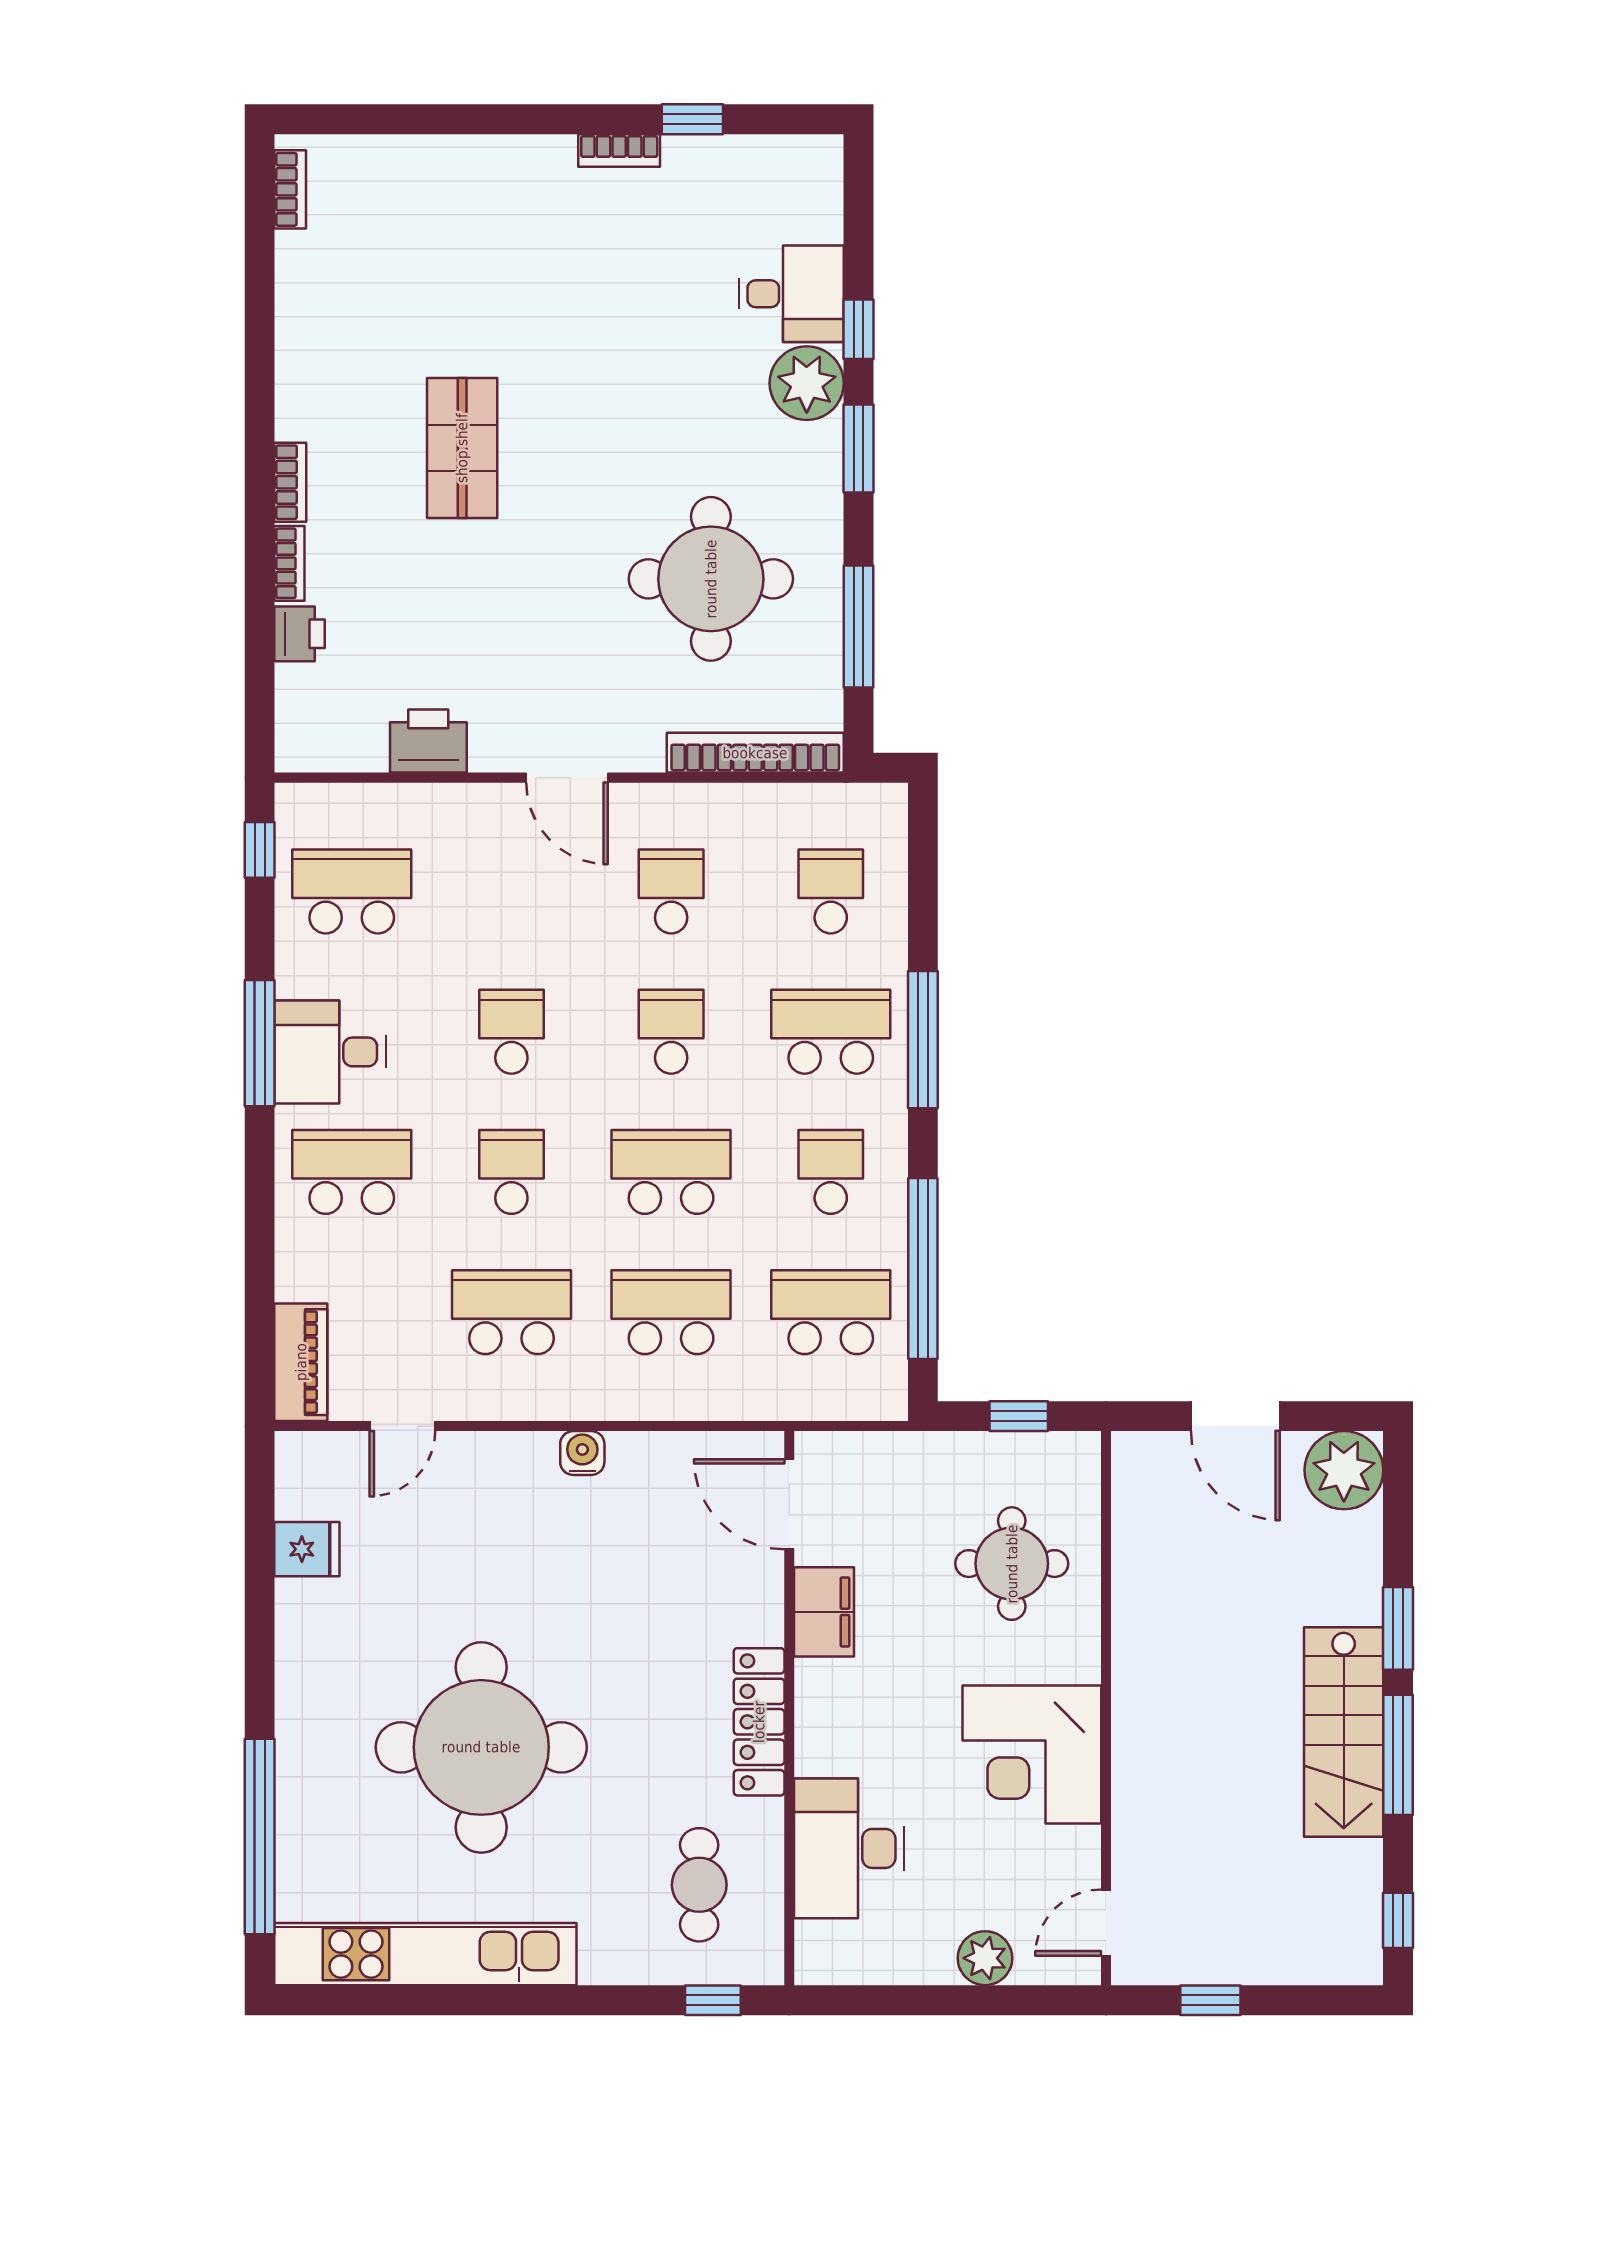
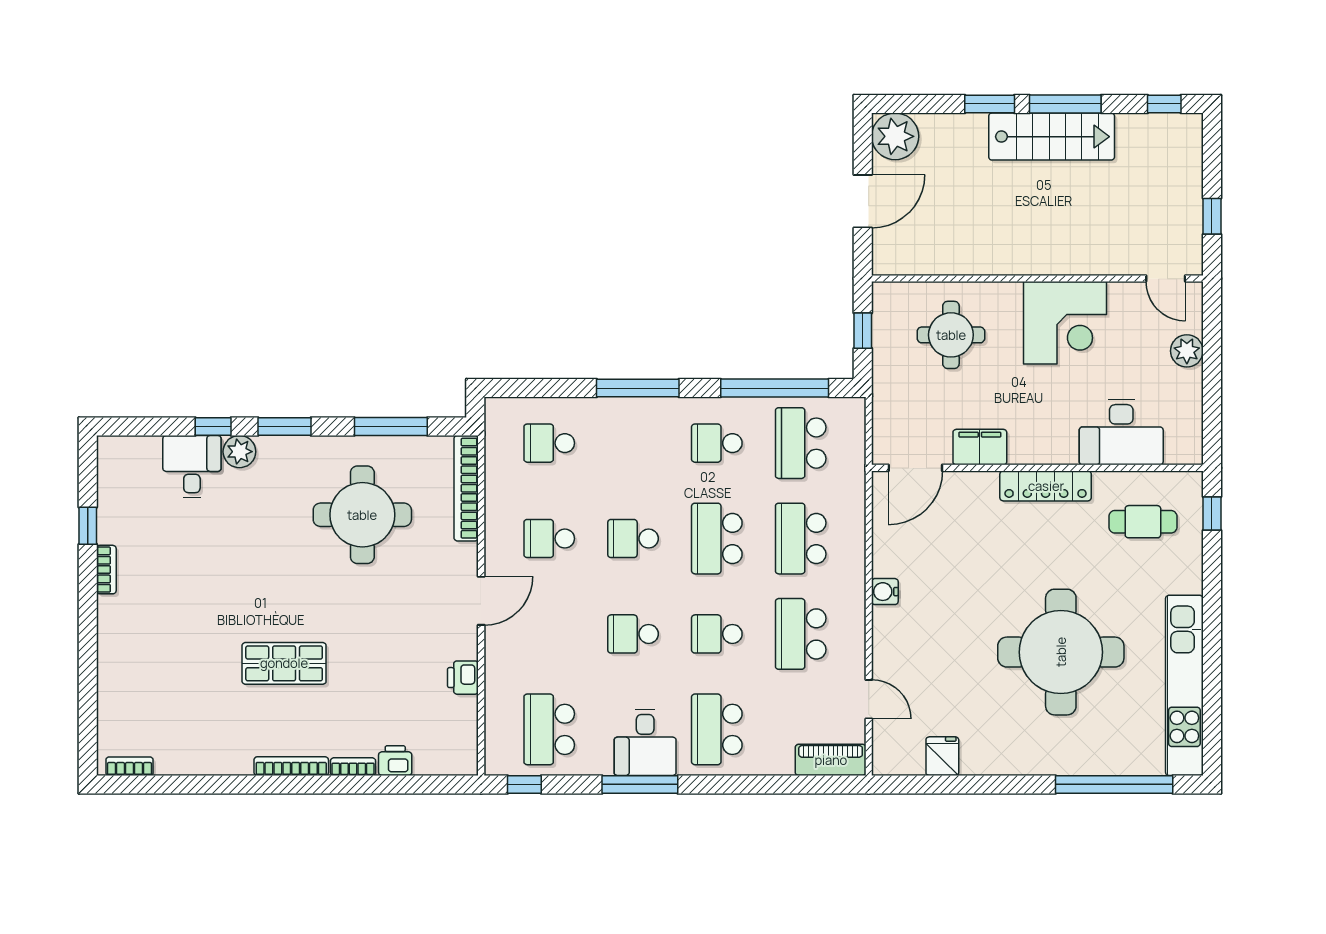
plant: (807, 383) -> (239, 452), width x0.73, depth x0.73
bookcase: (290, 482) -> (291, 766), width x1.56
printer: (428, 741) -> (463, 678), width x0.73, depth x0.81
school desk: (831, 1032) -> (633, 443), removed

